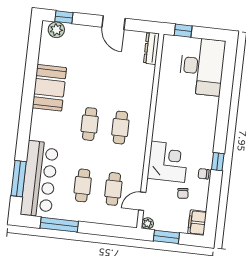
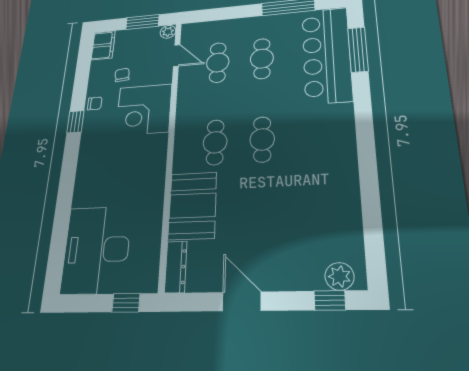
booth: (49, 88) -> (192, 206), moved
door: (142, 201) -> (177, 56), hinge flipped

